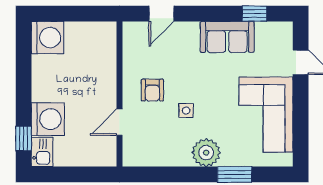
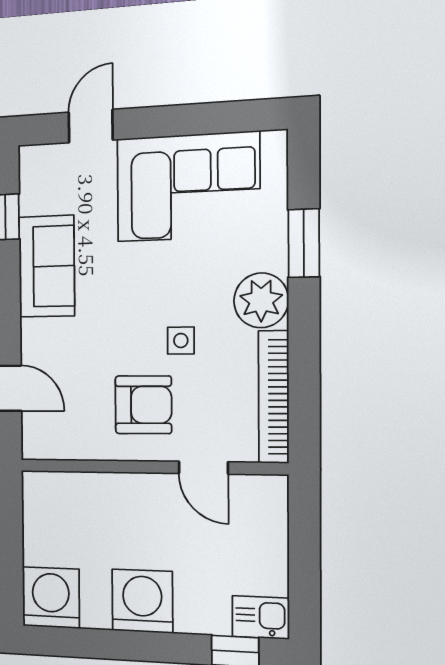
armchair: (152, 90) -> (143, 405), width x1.38, depth x1.38
washing machine: (48, 119) -> (142, 601), moved
bookcase: (156, 159) -> (274, 397), added

